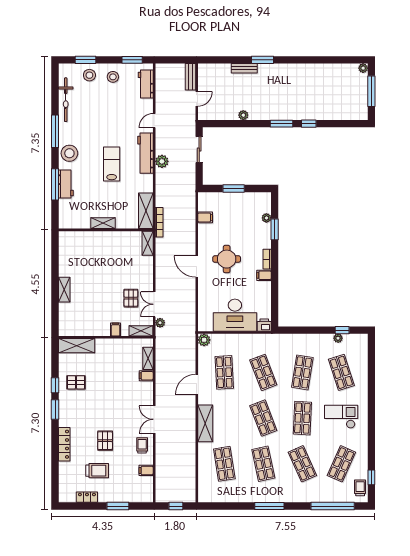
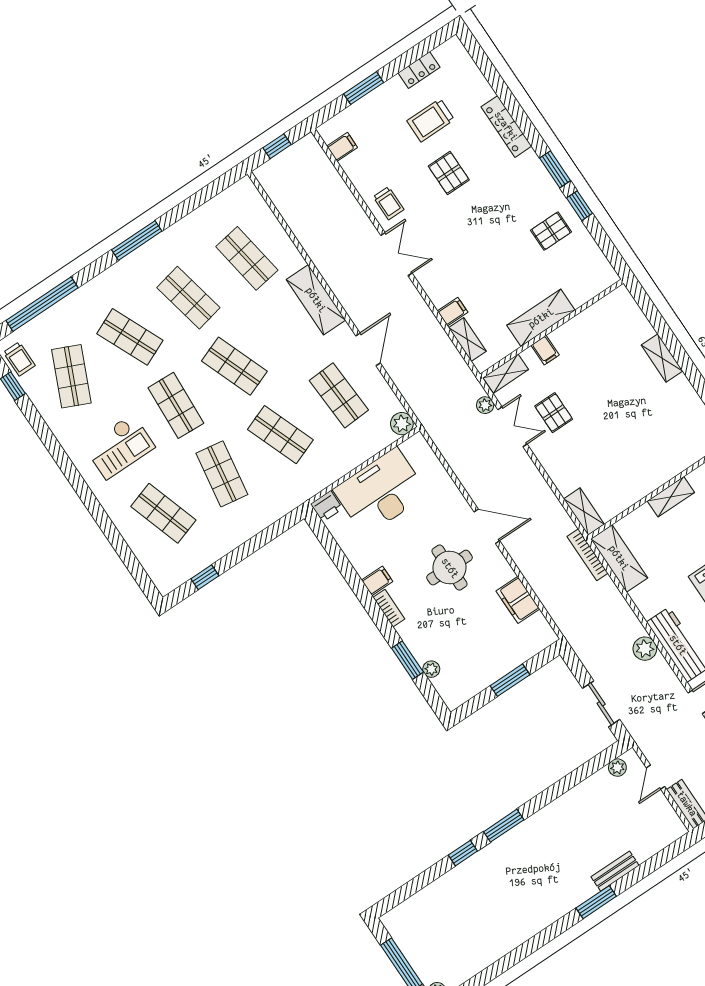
plant: (243, 115) -> (617, 768), moved
filing cabinet: (205, 217) -> (518, 600), width x2.00
plant: (338, 338) -> (203, 561), removed
shelving: (77, 346) -> (541, 318), moved
filing cabinet: (146, 470) -> (342, 147), moved

